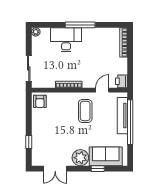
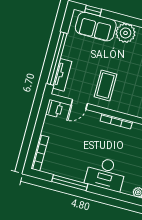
window: (80, 25) -> (70, 183), moved
tv unit: (122, 116) -> (62, 75), width x0.71
window: (98, 169) -> (93, 11), moved

